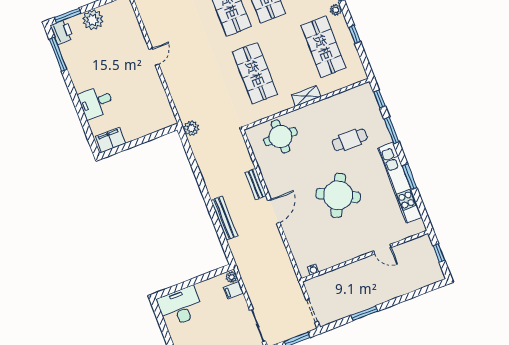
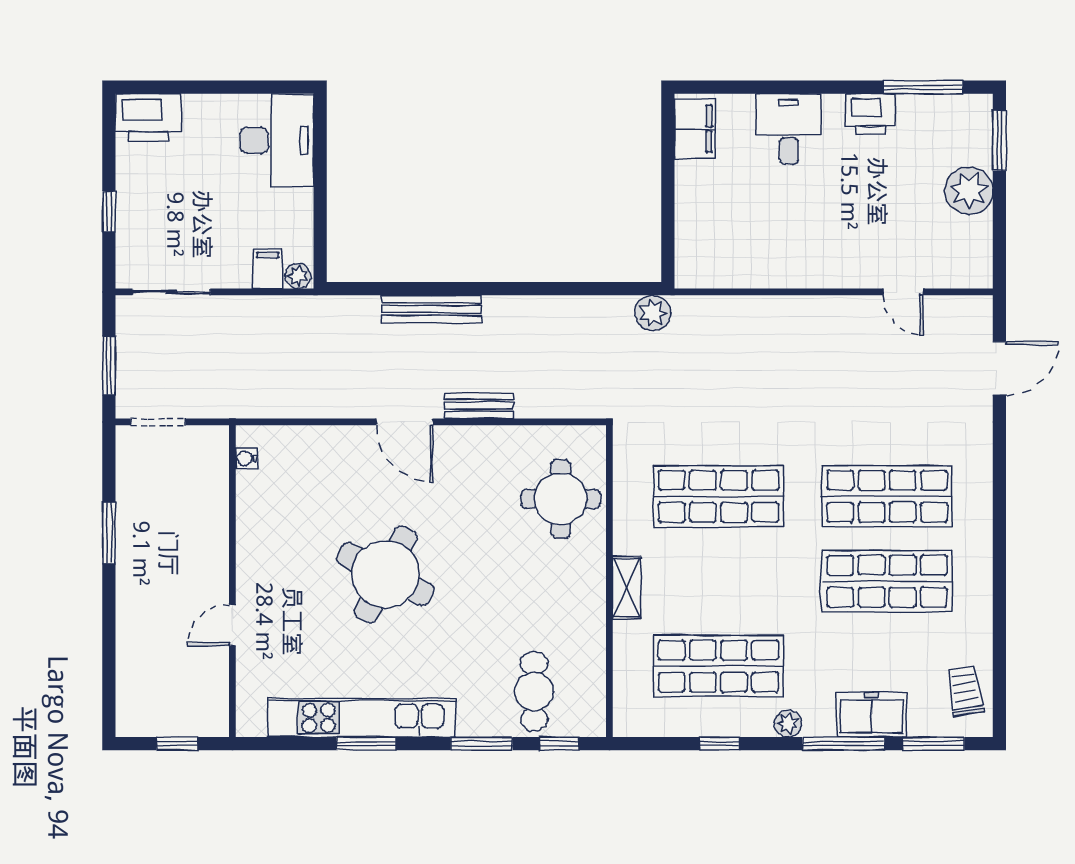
printer: (62, 32) -> (871, 114), moved
door: (154, 57) -> (903, 292), moved
cafe table: (350, 140) -> (534, 691), moved

